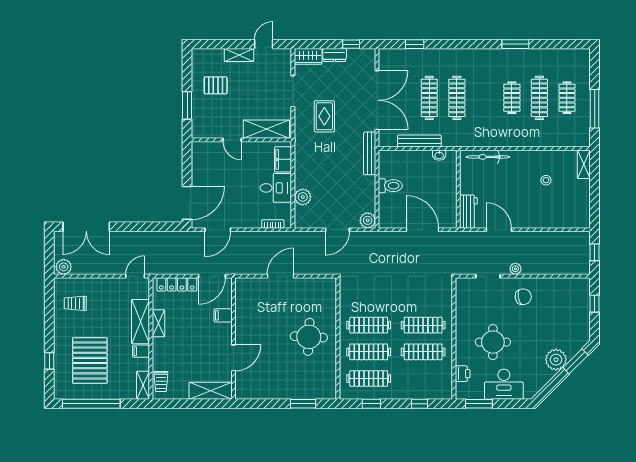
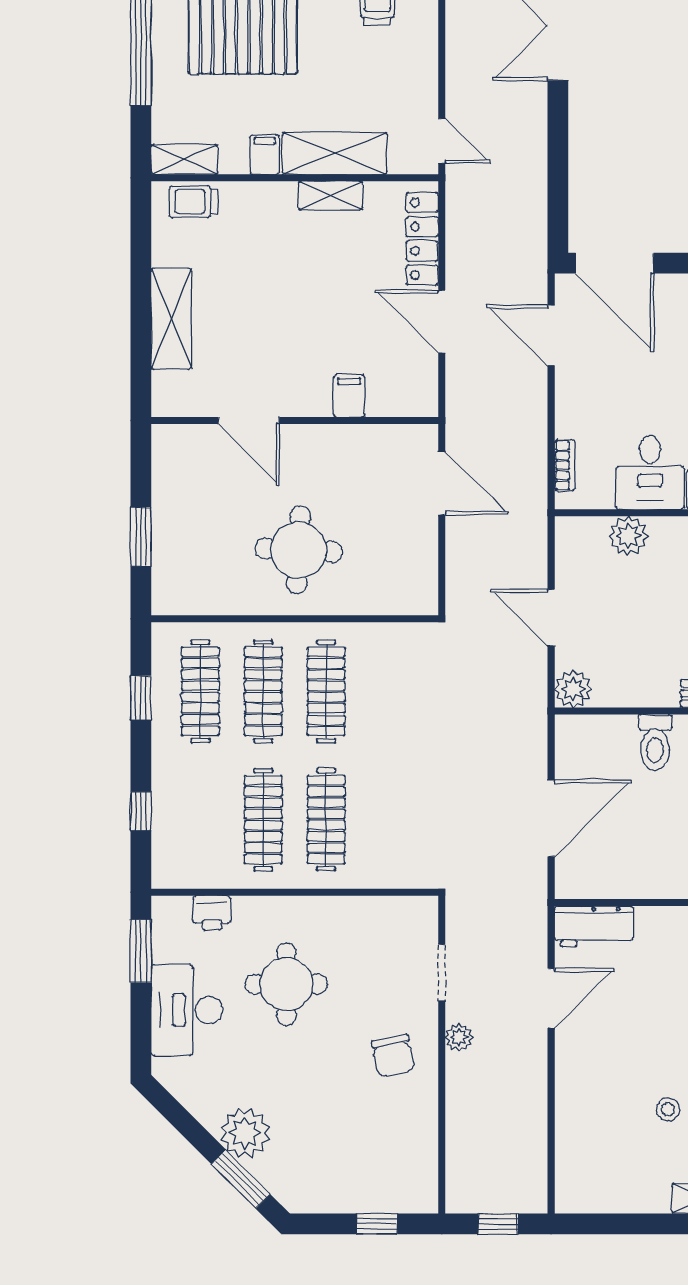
filing cabinet: (223, 315) -> (349, 396), moved
wall: (233, 338) -> (295, 420), moved
door: (233, 358) -> (249, 420), moved

